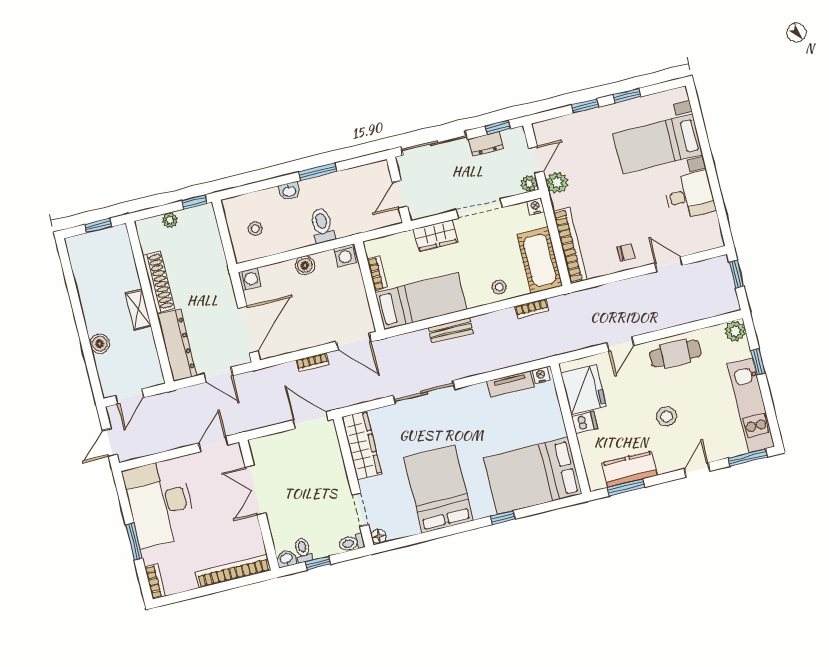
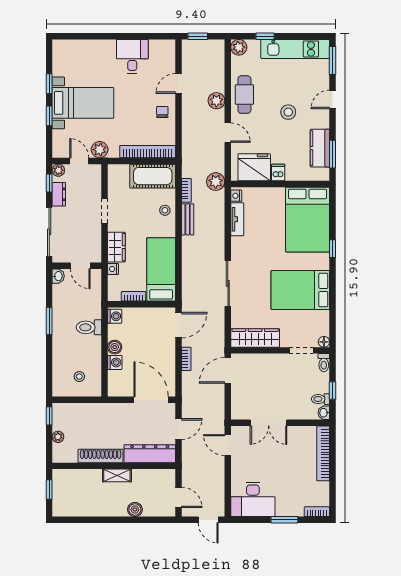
bed with nightstands: (658, 144) -> (83, 103), moved, turned -90
plant: (529, 184) -> (58, 170), moved
washbasin: (289, 191) -> (58, 276), moved
nightstand: (535, 206) -> (113, 269), moved
doorway: (479, 209) -> (105, 211), width x0.73
washing machine: (250, 279) -> (115, 362), moved, turned 90
plant: (658, 319) -> (216, 101), added
bench: (451, 330) -> (188, 219), moved
plant: (553, 344) -> (216, 182), added
door: (697, 470) -> (332, 99), hinge flipped
desk: (160, 503) -> (253, 499), width x0.73, depth x0.77

